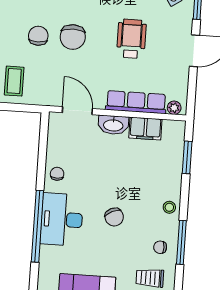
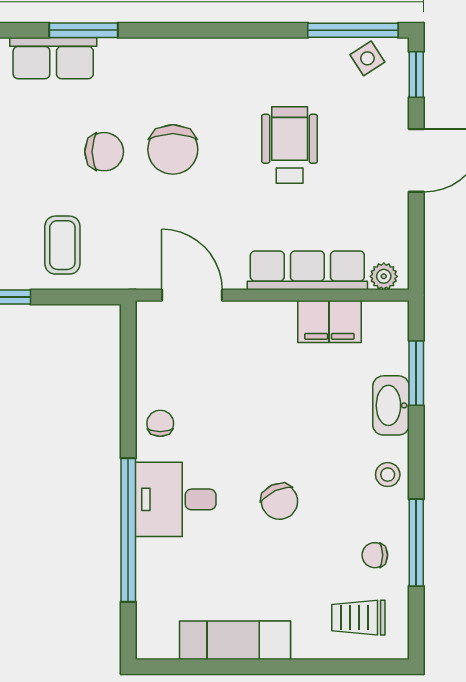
chair: (38, 36) -> (104, 152), turned 90
washbasin: (113, 125) -> (391, 405), moved, turned 90
desk: (62, 219) -> (176, 499), width x0.73

